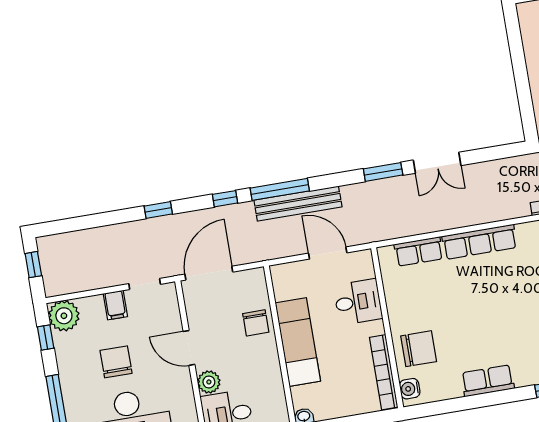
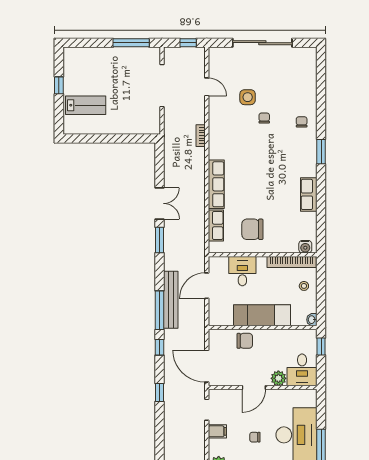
chair: (419, 349) -> (252, 229), moved, turned -90
chair: (116, 362) -> (255, 437), width x0.54, depth x0.54
stool: (351, 396) -> (304, 286), added

